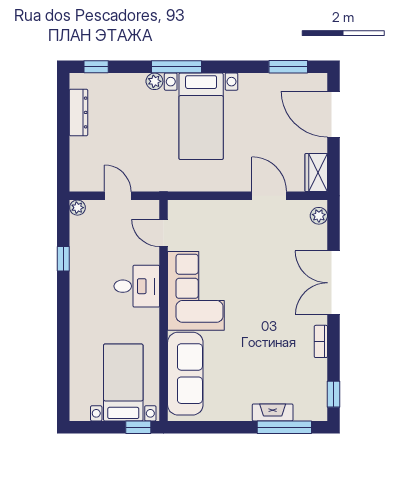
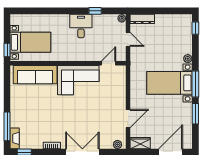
window: (176, 67) -> (195, 84), moved
window: (288, 67) -> (195, 114), moved
dresser: (78, 112) -> (142, 19), moved
door: (118, 196) -> (128, 39), hinge flipped
desk: (137, 286) -> (81, 26), moved, turned 180
fireplace: (273, 412) -> (15, 138), moved

